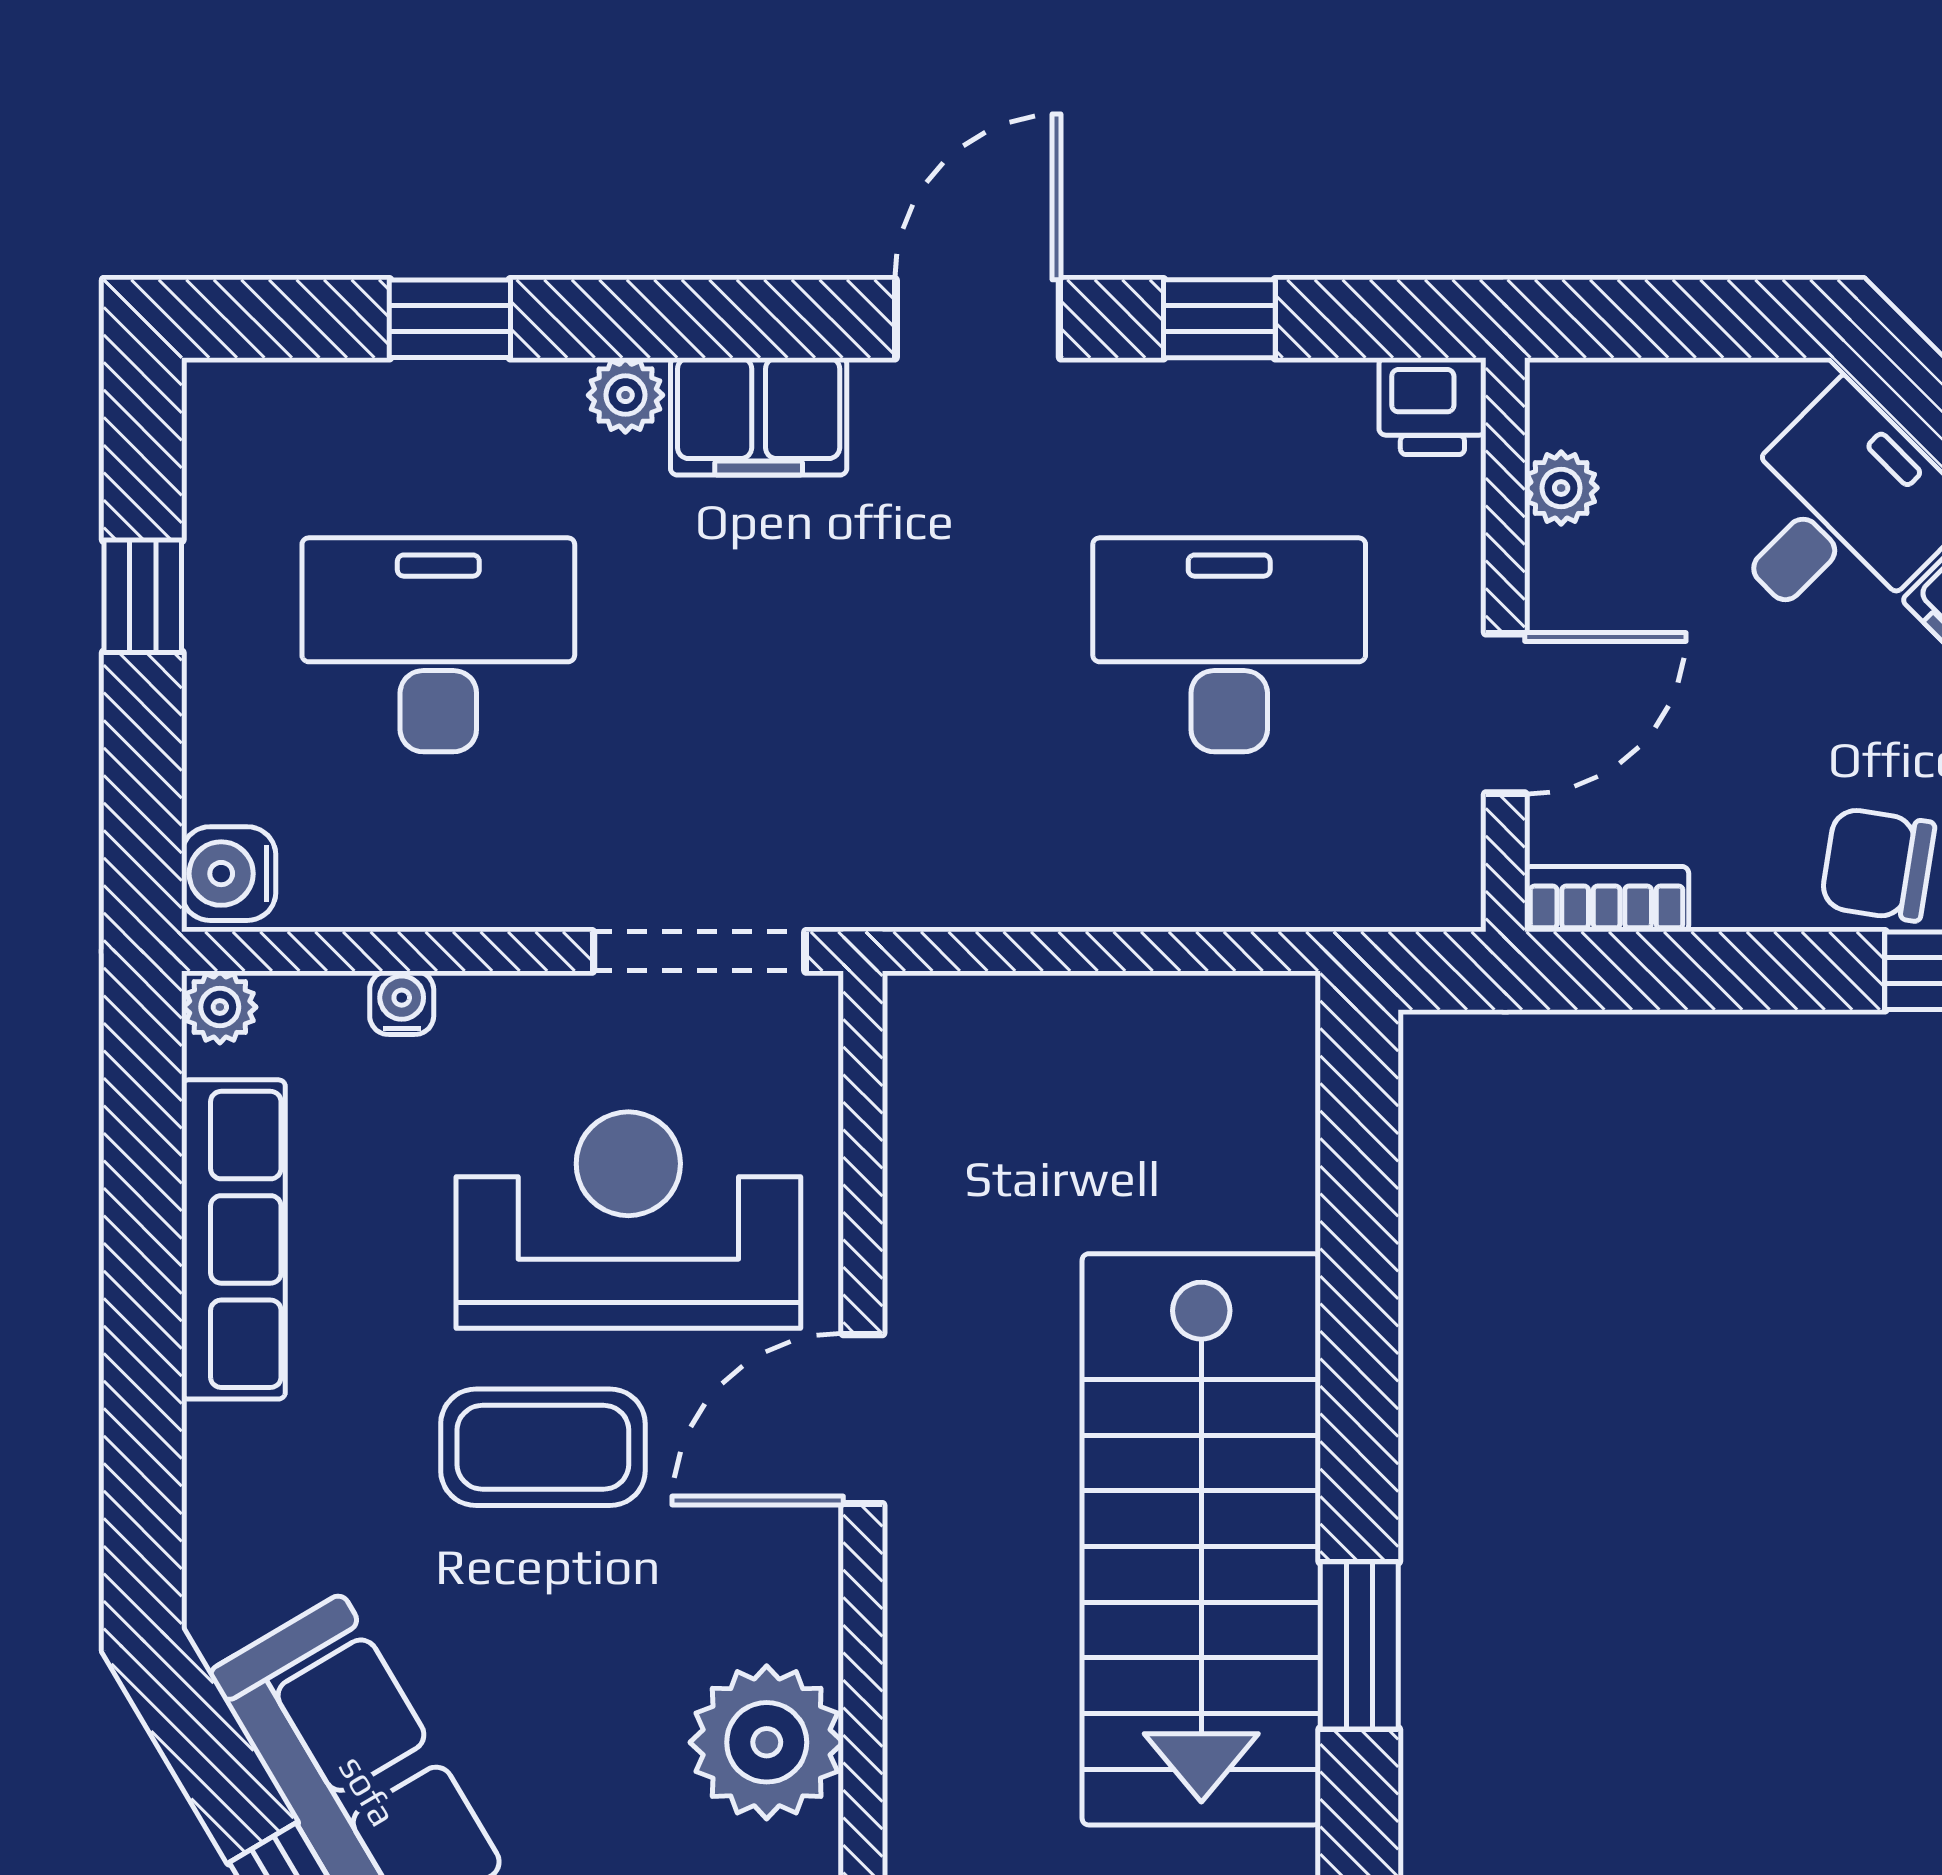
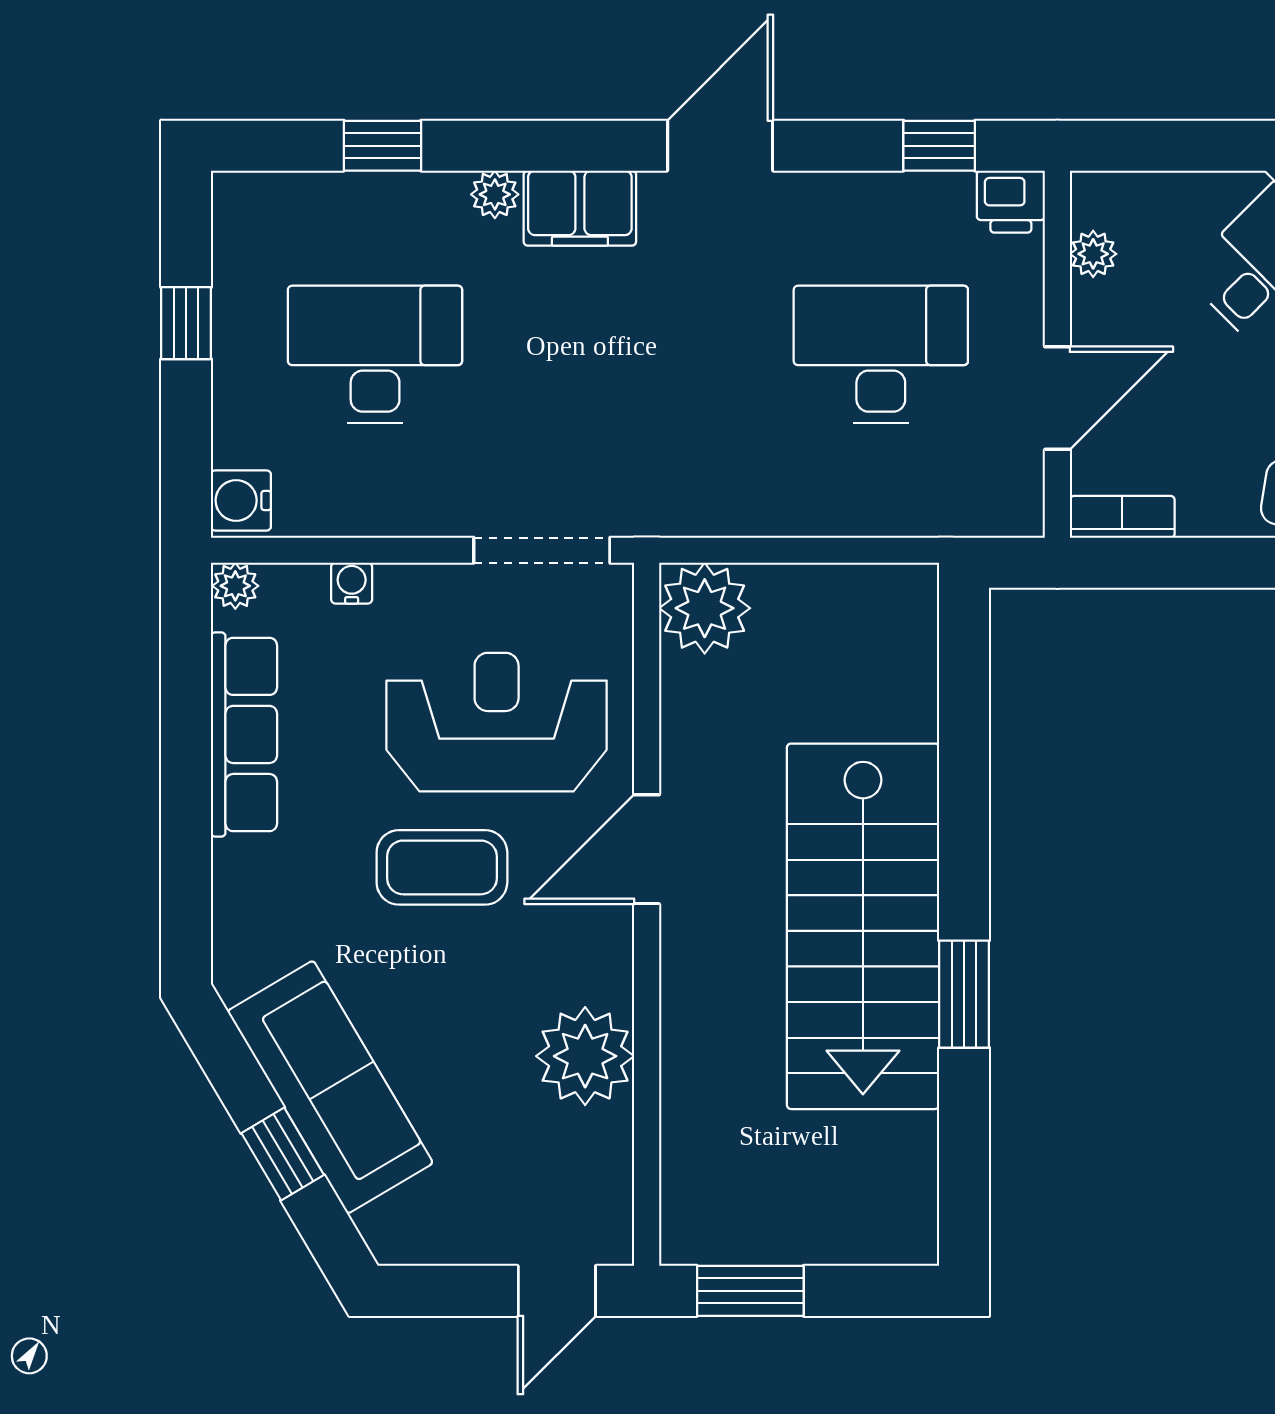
window: (1219, 319) -> (939, 146), moved
plant: (954, 1042) -> (705, 608), added

